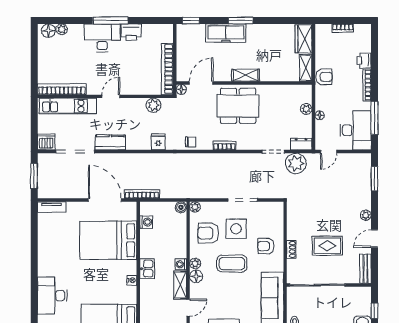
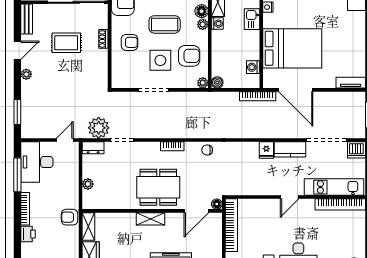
plant: (153, 105) -> (246, 188), removed
floor lamp: (320, 115) -> (74, 177), removed
fridge: (158, 142) -> (266, 150), moved

